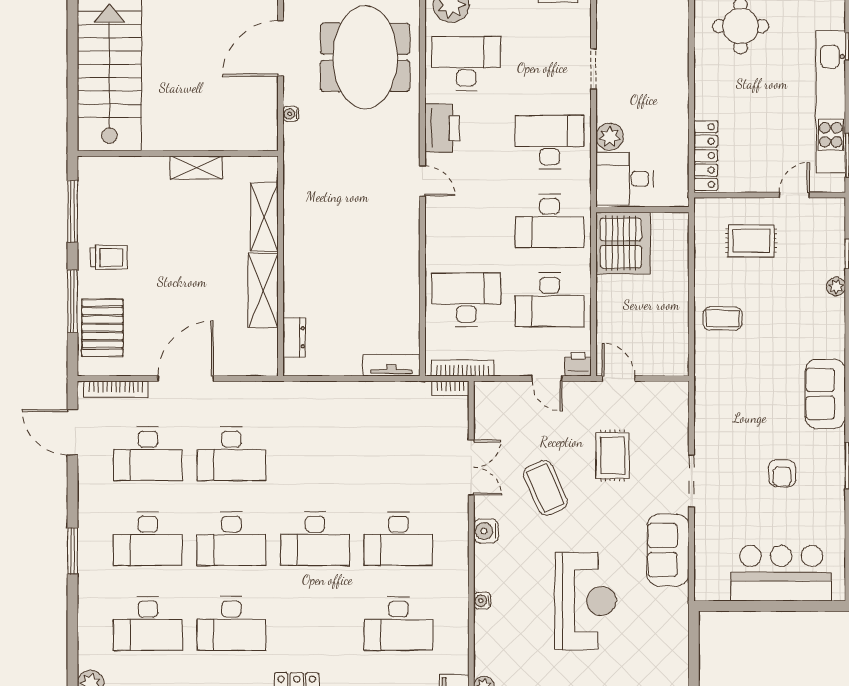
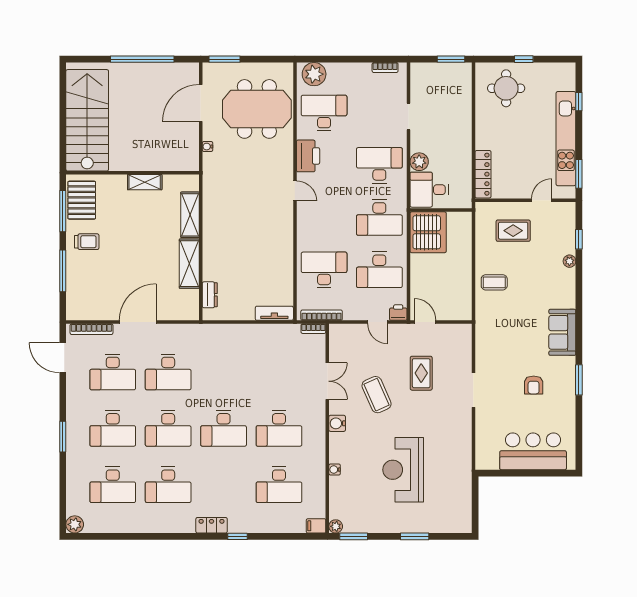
meeting table: (365, 57) -> (257, 109), turned 90
pallet: (102, 328) -> (82, 200), moved
sofa: (668, 550) -> (458, 436), removed
reception desk: (586, 601) -> (403, 470), turned 180

